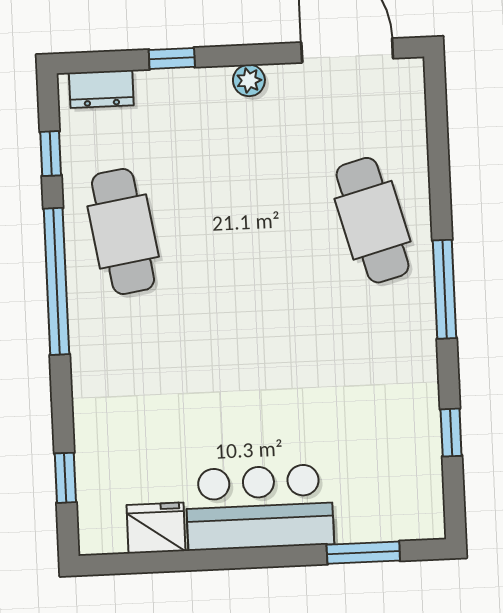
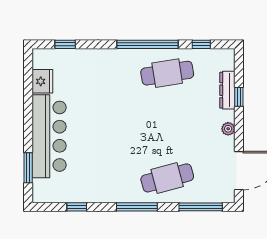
dresser: (101, 89) -> (227, 90), moved, width x1.44
window: (438, 138) -> (201, 207), added
bar counter: (260, 507) -> (49, 136), width x1.36

